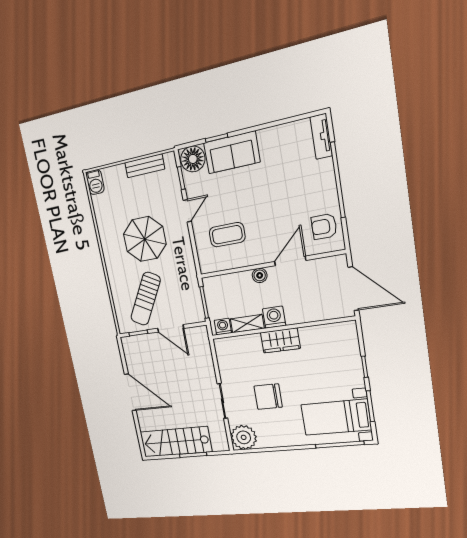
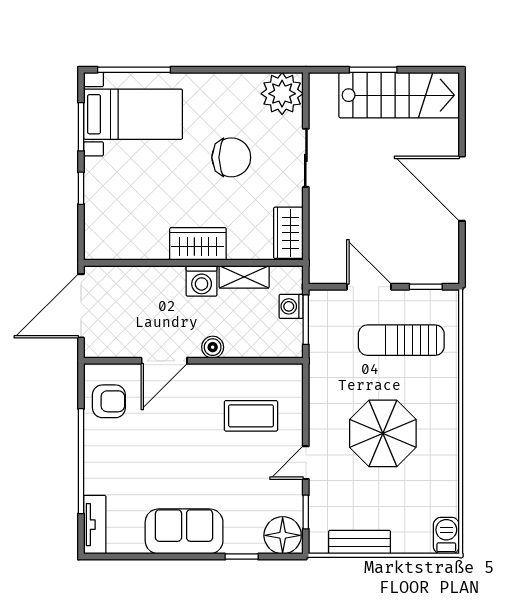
sofa: (232, 152) -> (184, 531), moved
door: (353, 289) -> (81, 306), hinge flipped
sun lounger: (146, 299) -> (401, 340), turned -119
washing machine: (223, 327) -> (291, 306), moved, turned 90
wardrobe: (225, 355) -> (288, 233), added

